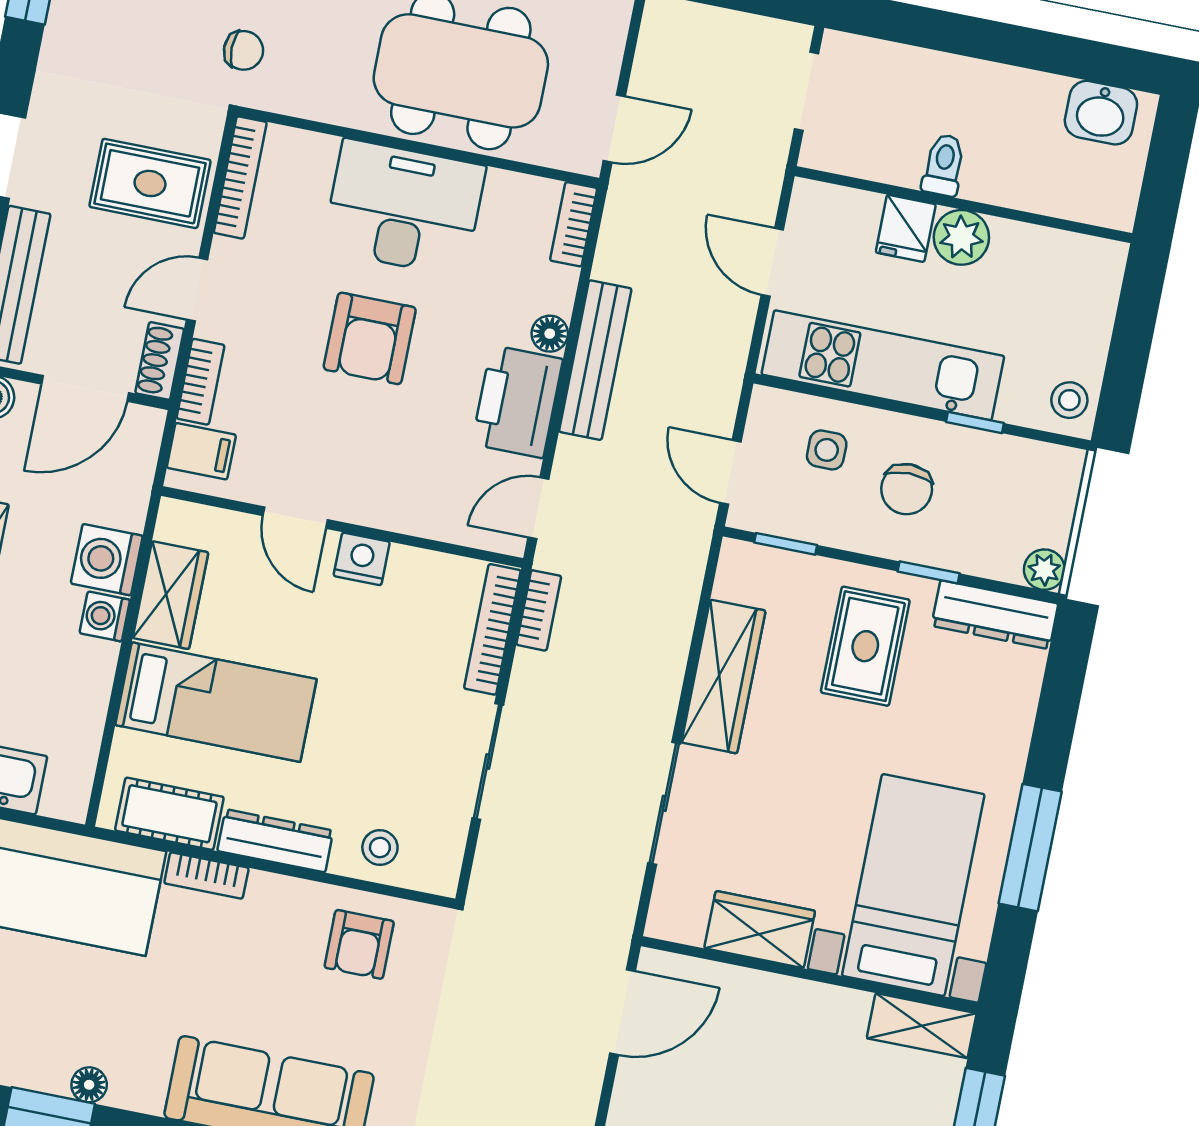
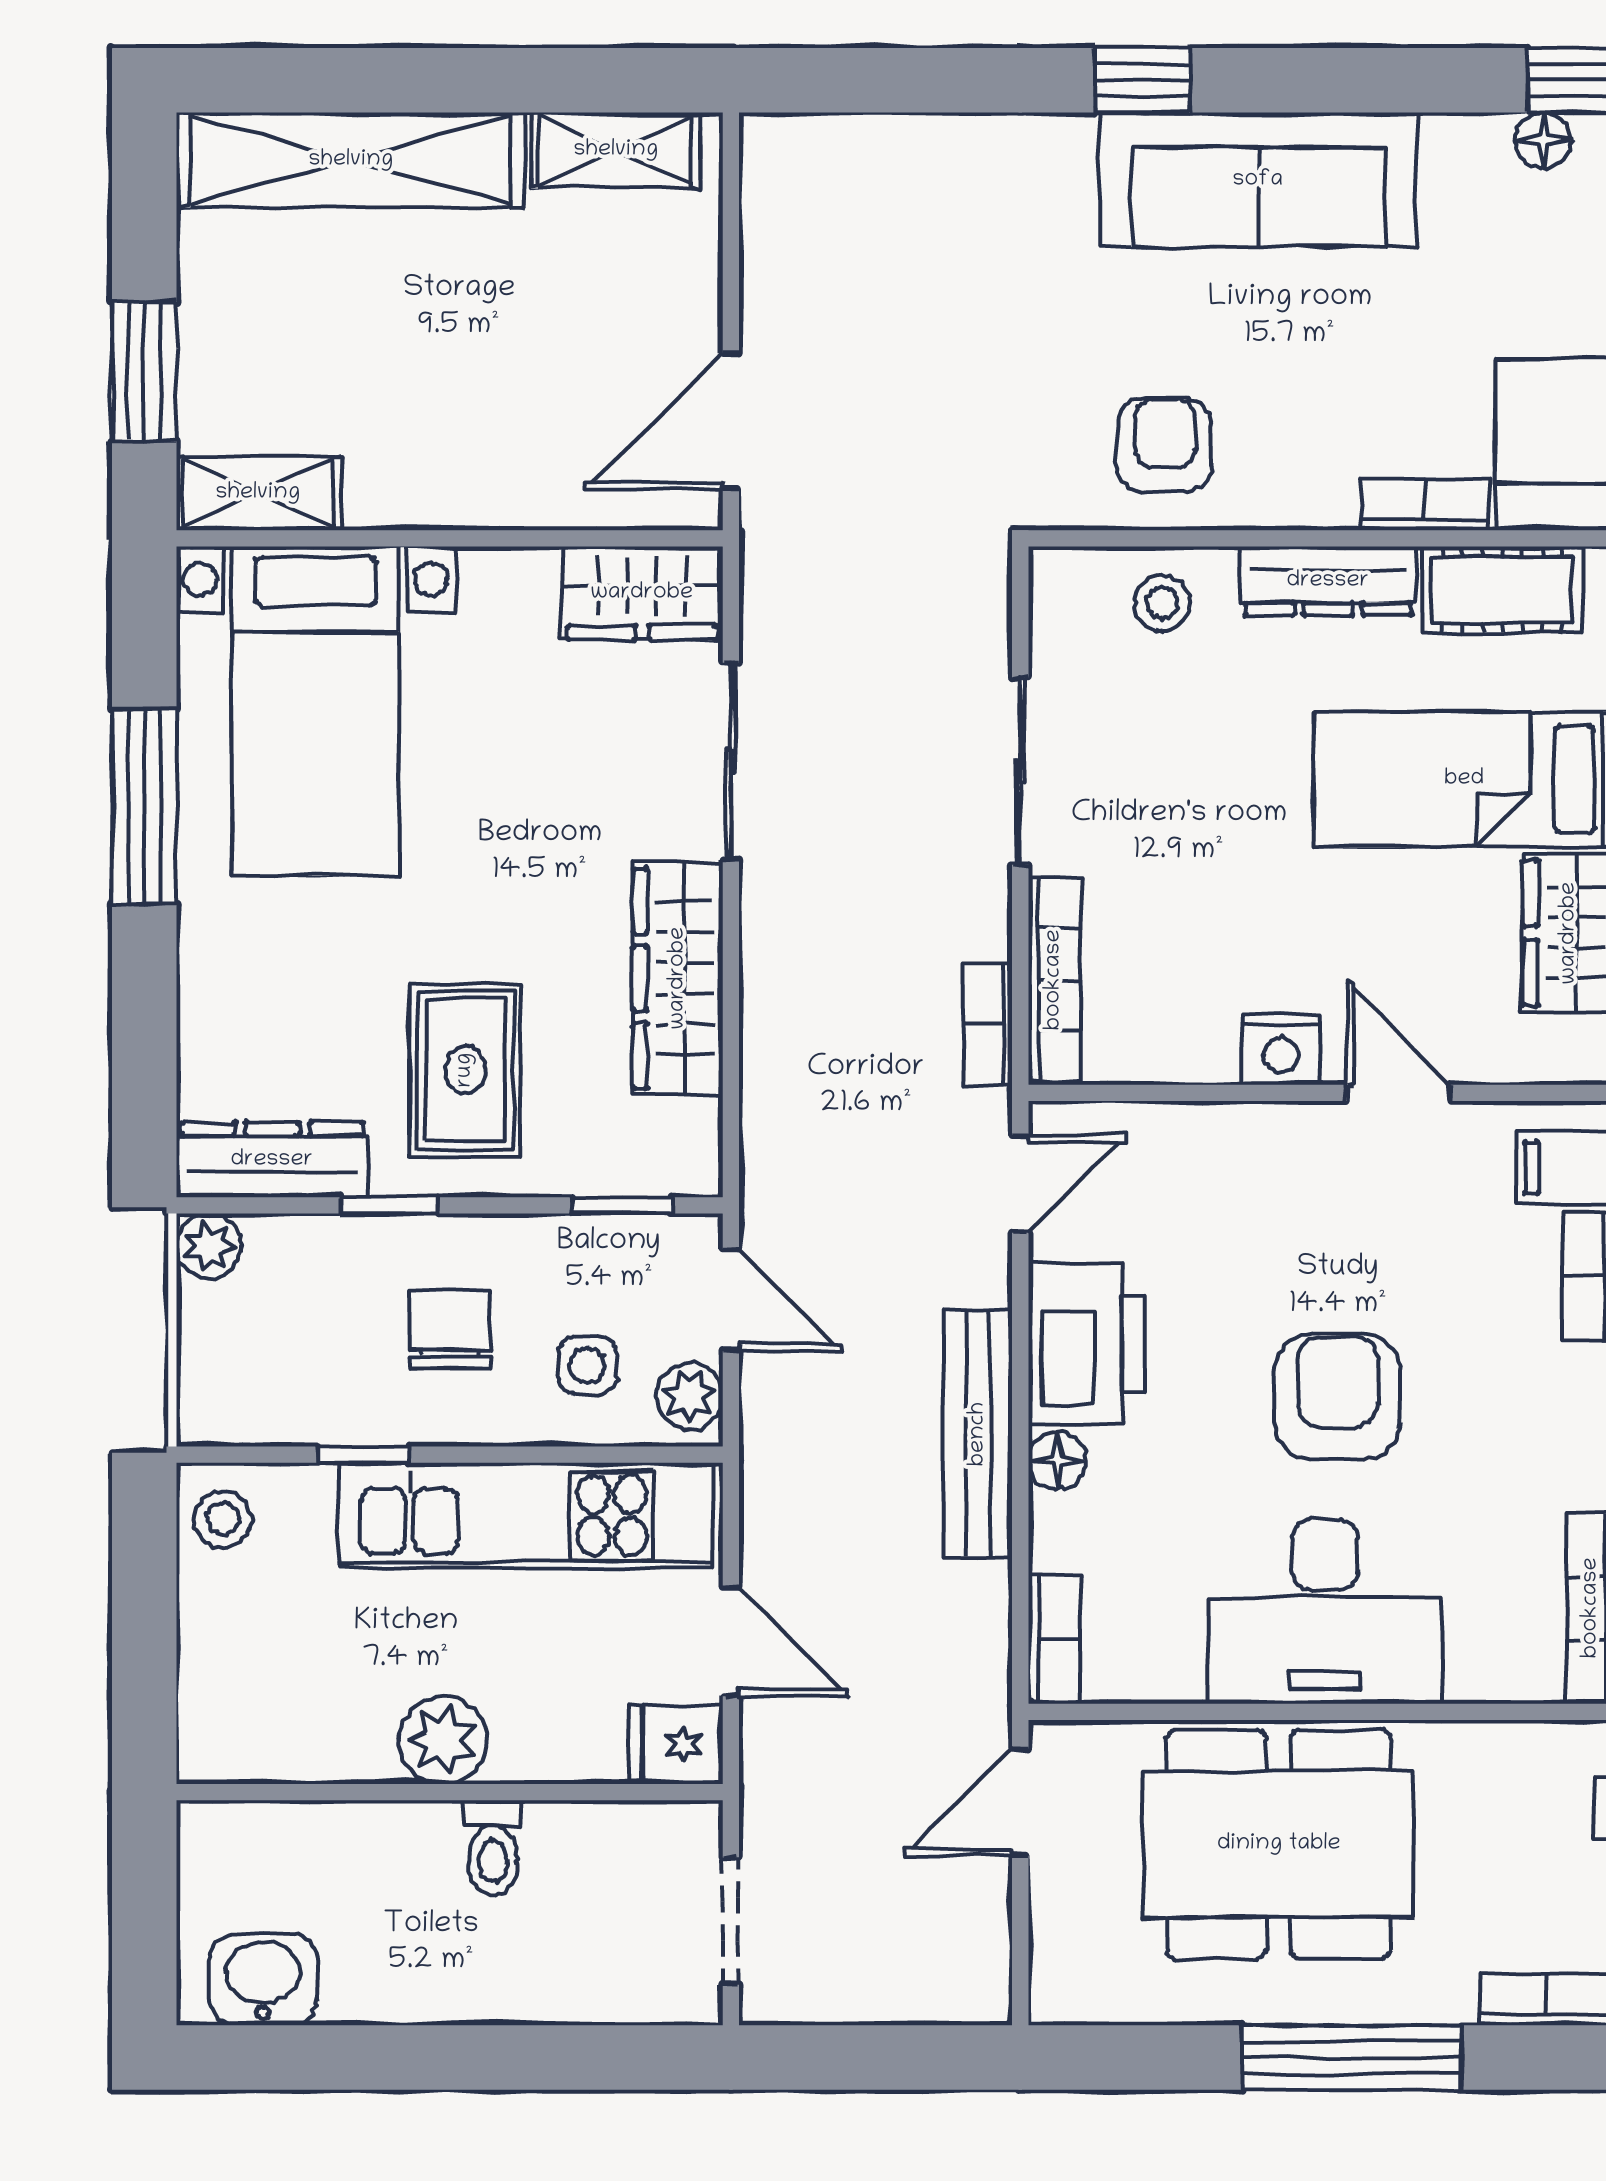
fridge: (906, 228) -> (676, 1745), moved, turned -90
plant: (768, 418) -> (690, 1396), added
wardrobe: (760, 930) -> (642, 593), moved

